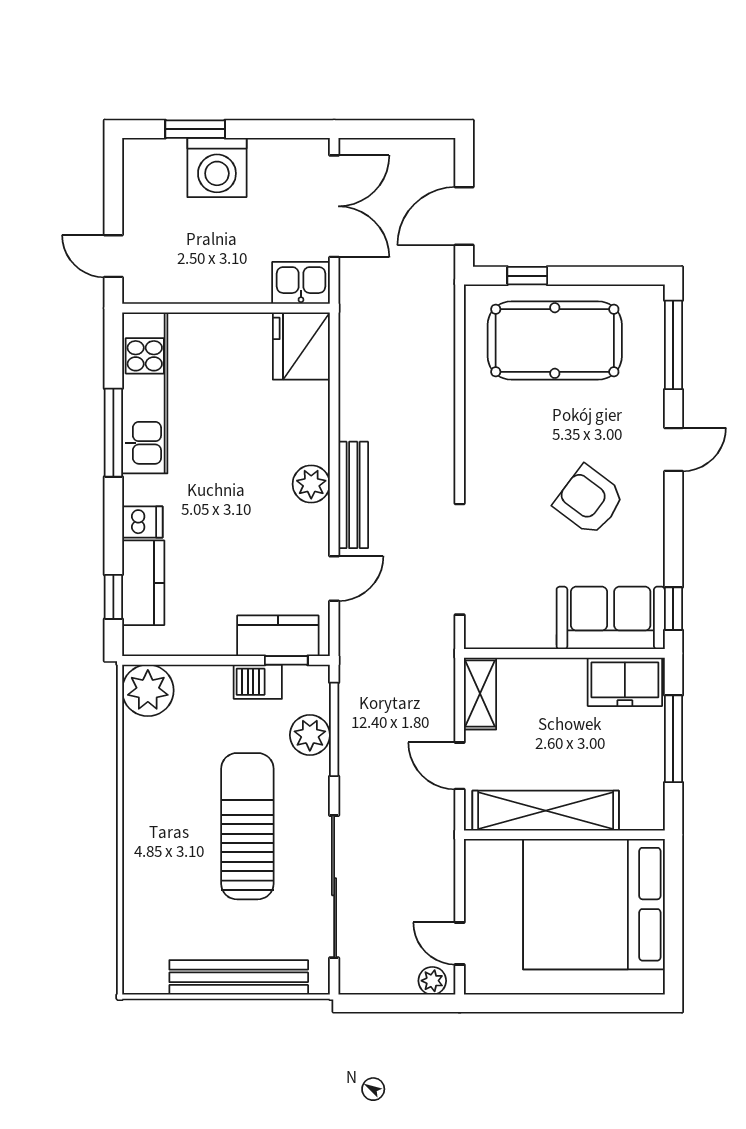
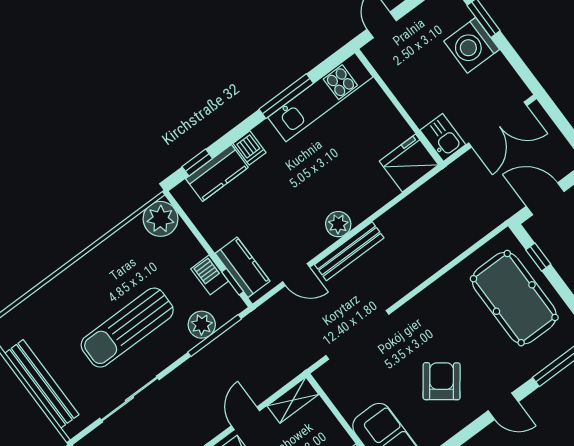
sun lounger: (247, 826) -> (127, 328), turned 180
sliding door: (334, 887) -> (129, 399), width x0.73

